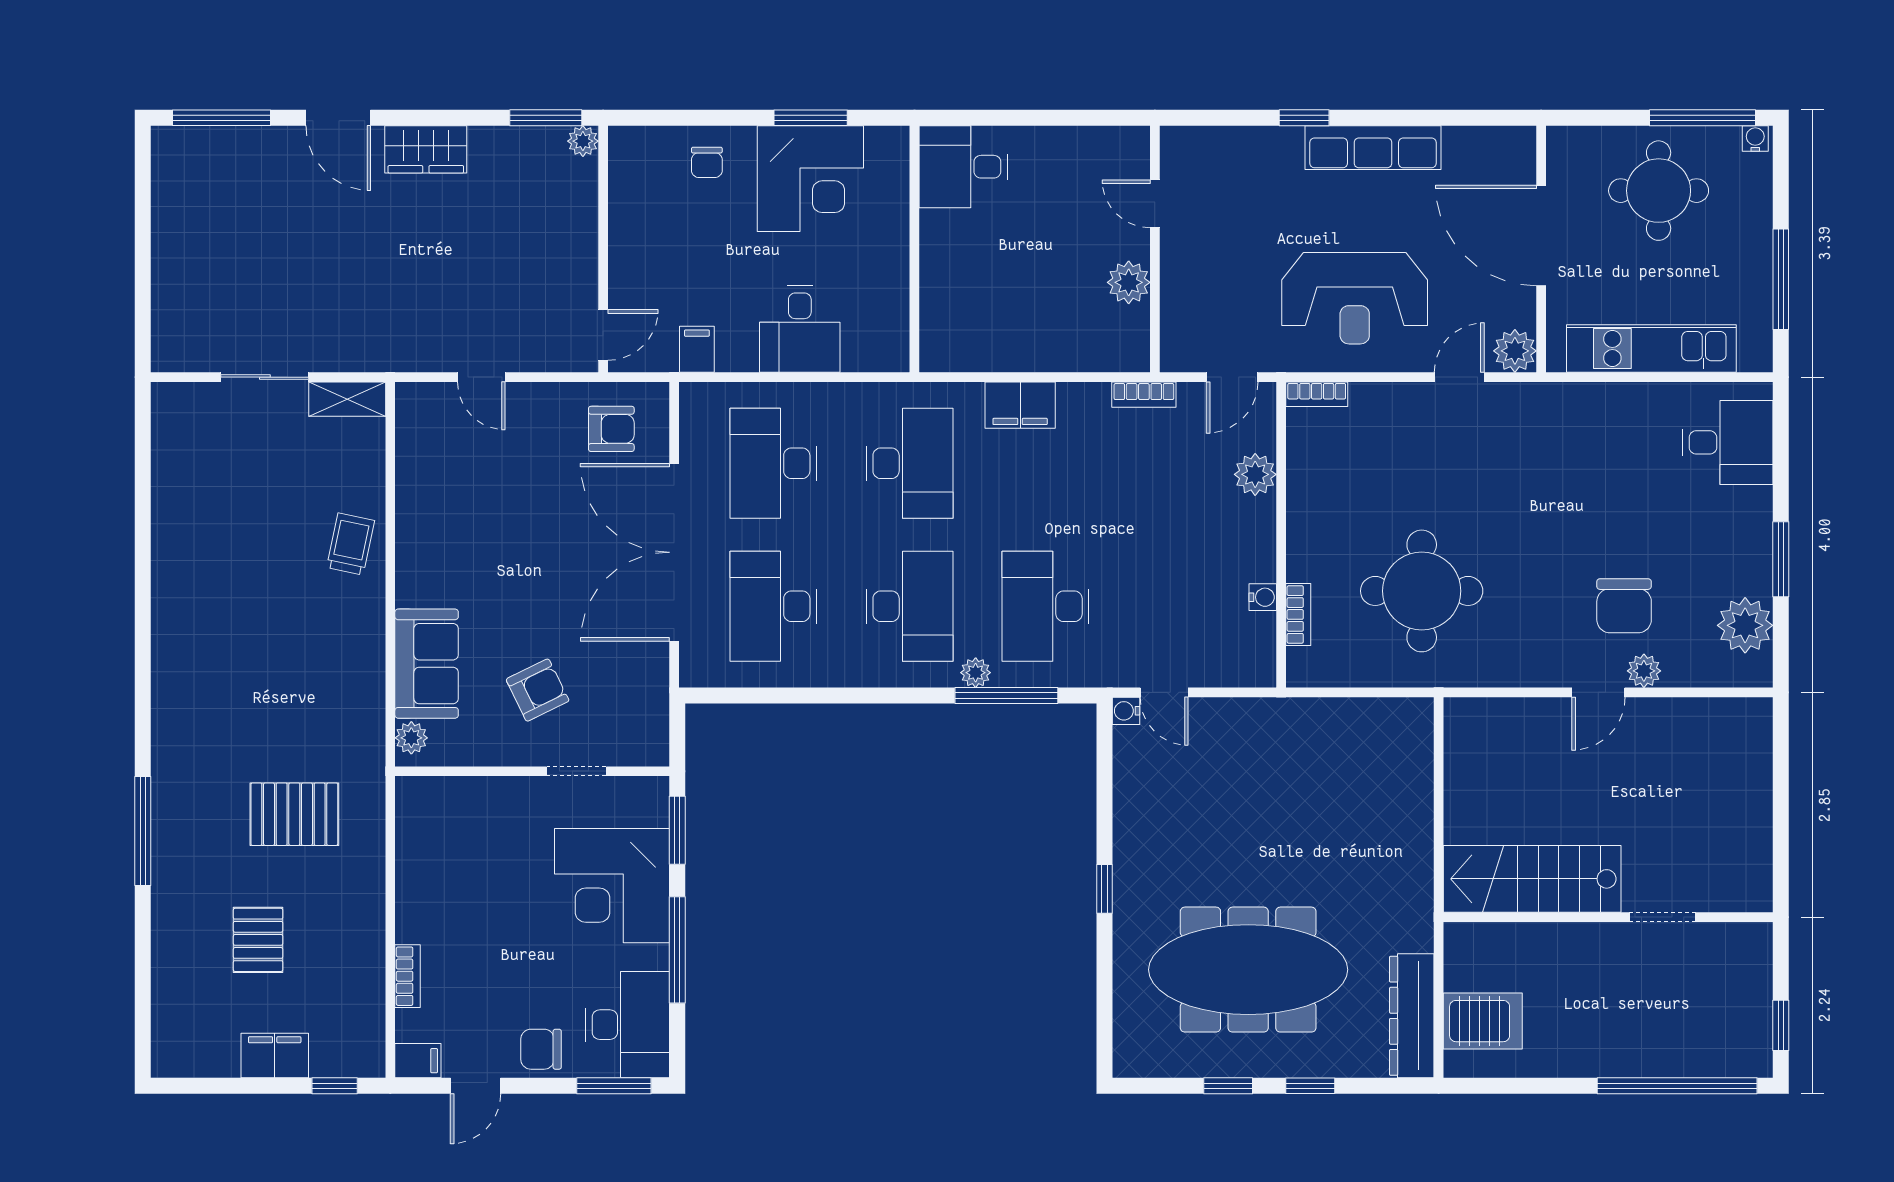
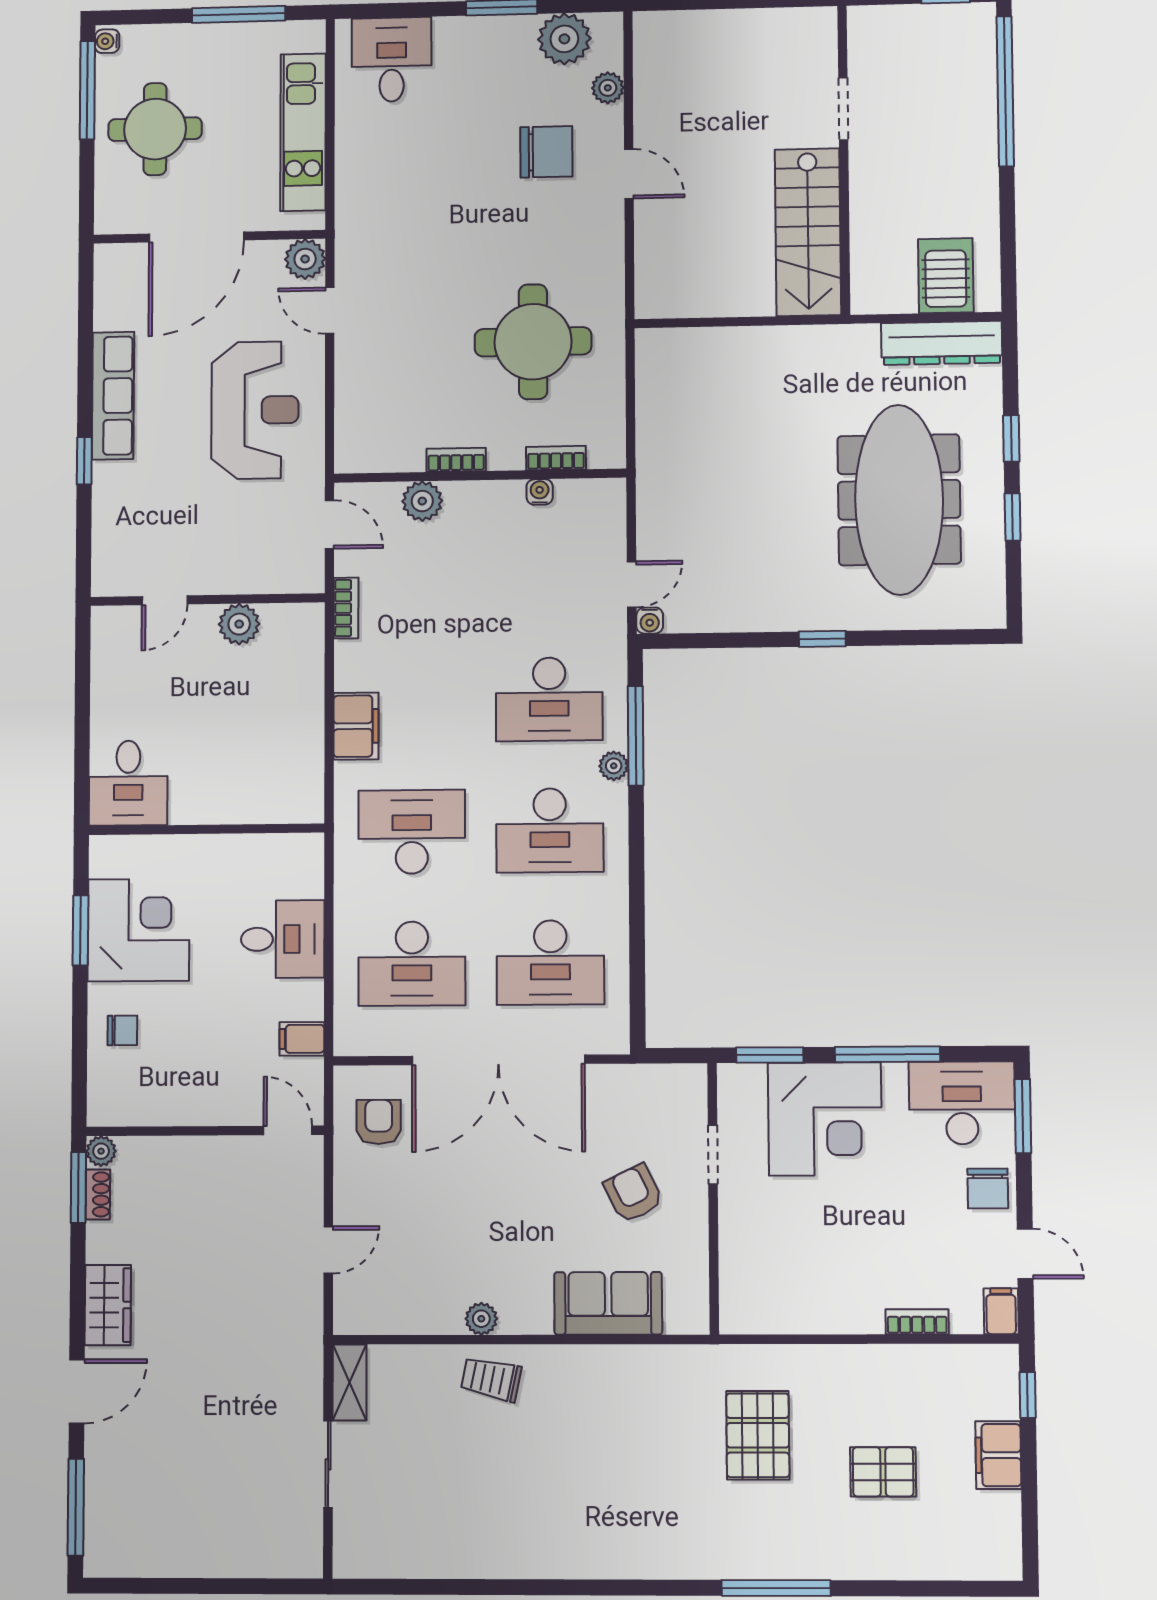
shoe rack: (539, 138) -> (98, 1194), added
bookcase: (1317, 394) -> (456, 460), moved, turned -90
desk: (909, 606) -> (550, 830), turned 180
plant: (1644, 671) -> (608, 88), moved
plant: (411, 738) -> (481, 1319), moved

